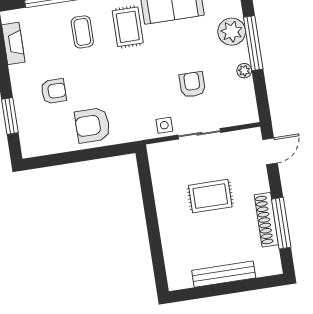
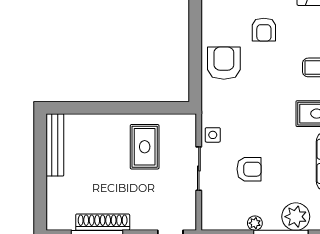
rug: (210, 196) -> (145, 147), moved
bench: (224, 274) -> (55, 145), moved

